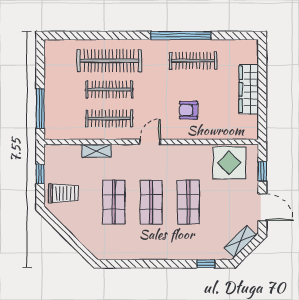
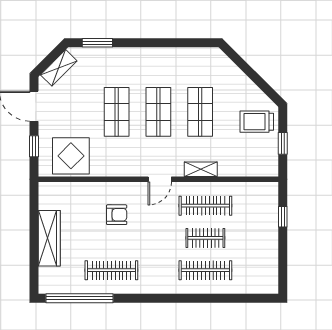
window: (181, 36) -> (79, 298), moved
clothes rail: (109, 61) -> (205, 270), width x0.73, depth x0.76
clothes rail: (109, 89) -> (205, 238), width x0.73
window: (40, 108) -> (283, 217), width x0.46
shelving: (96, 151) -> (201, 169), moved
window: (206, 264) -> (97, 43), width x1.50

